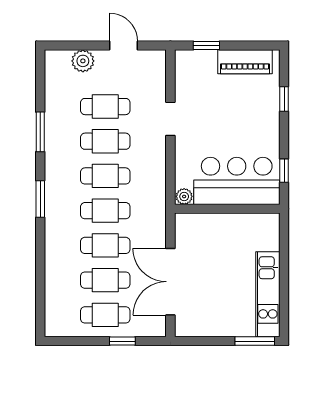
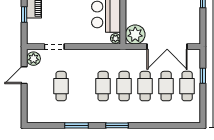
window: (206, 46) -> (24, 15), moved
plant: (83, 61) -> (33, 59), moved
doorway: (170, 119) -> (54, 47), moved
cafe table: (105, 141) -> (82, 86), removed
plant: (191, 229) -> (135, 35), added

